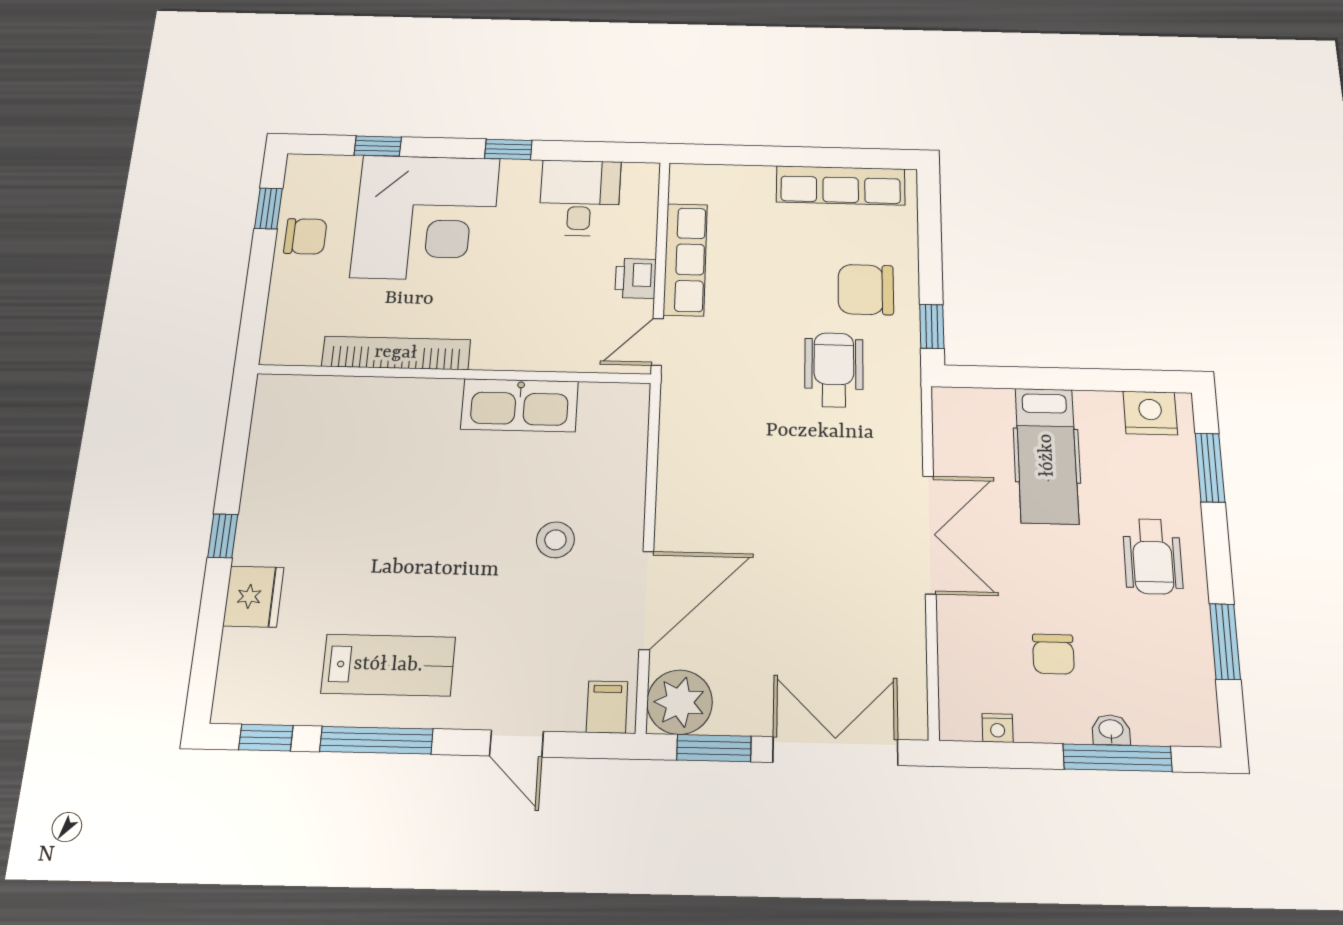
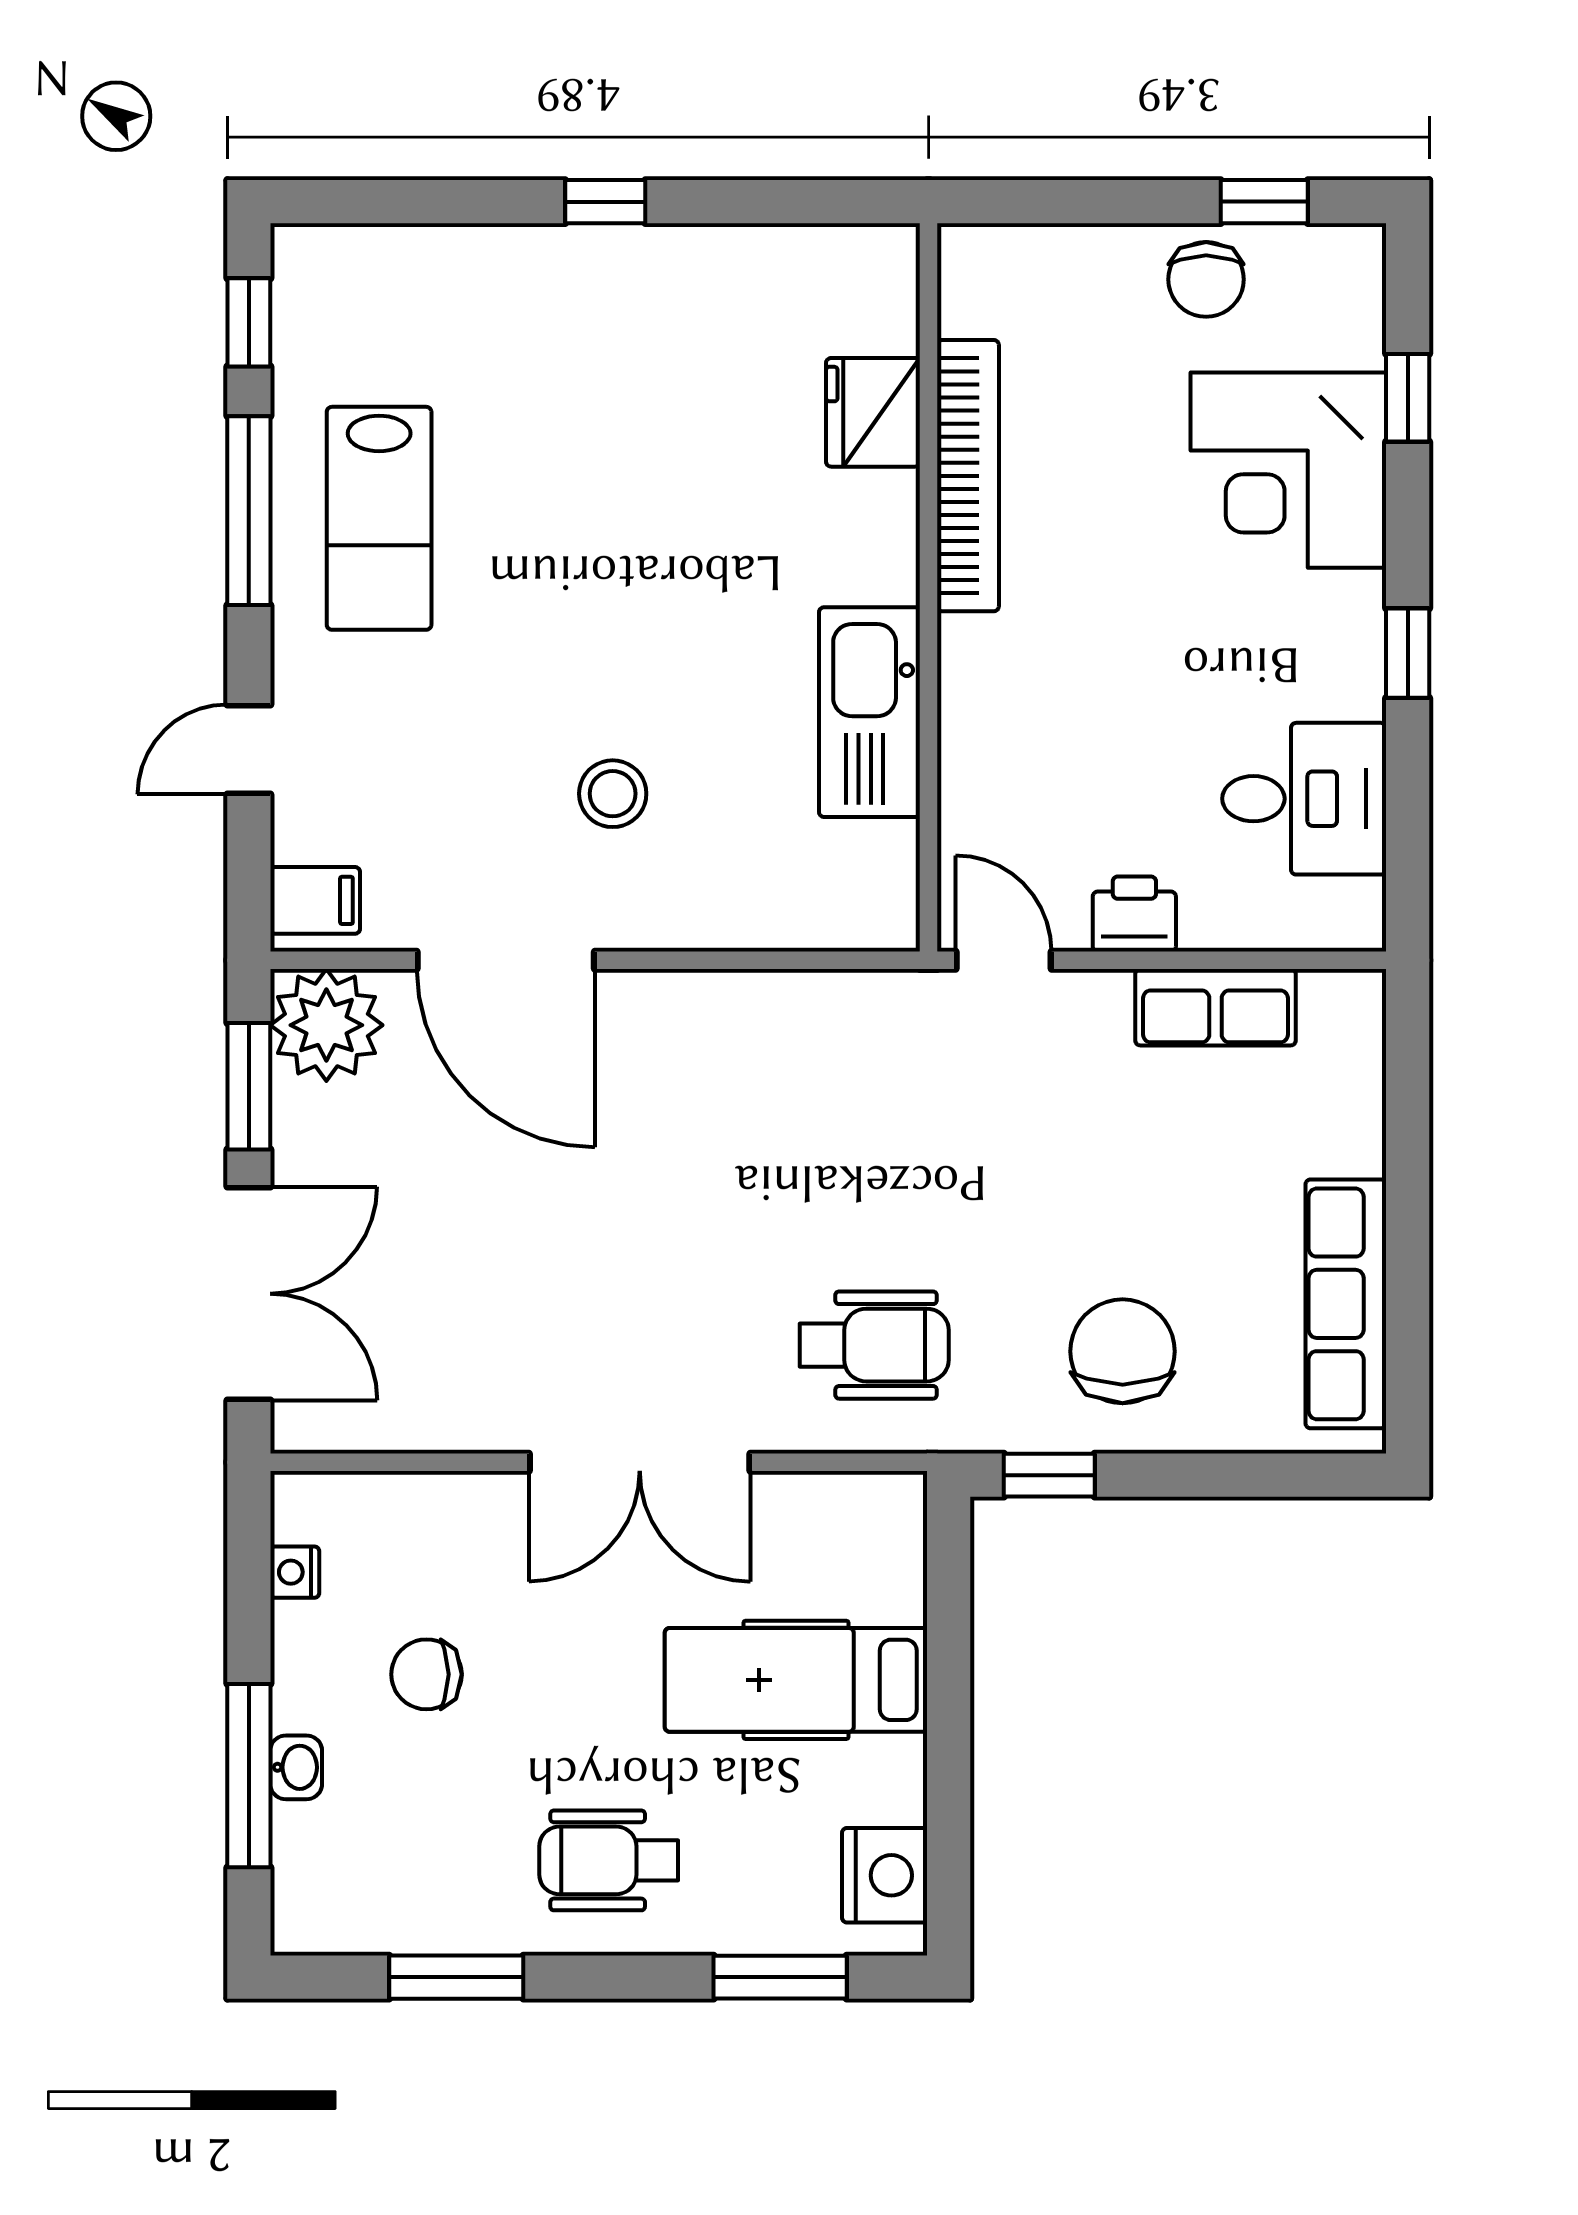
corner desk: (426, 217) -> (1288, 470), width x0.74, depth x0.74
row of seats: (685, 259) -> (1215, 1007), width x0.68
wheelchair: (834, 370) -> (874, 1345), moved
fridge: (253, 597) -> (873, 412), moved, turned 90

